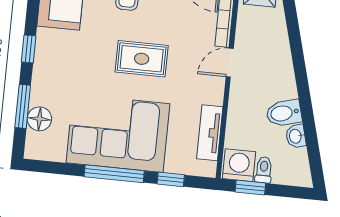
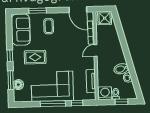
rug: (142, 59) -> (35, 57), moved
window: (250, 187) -> (121, 102), moved

